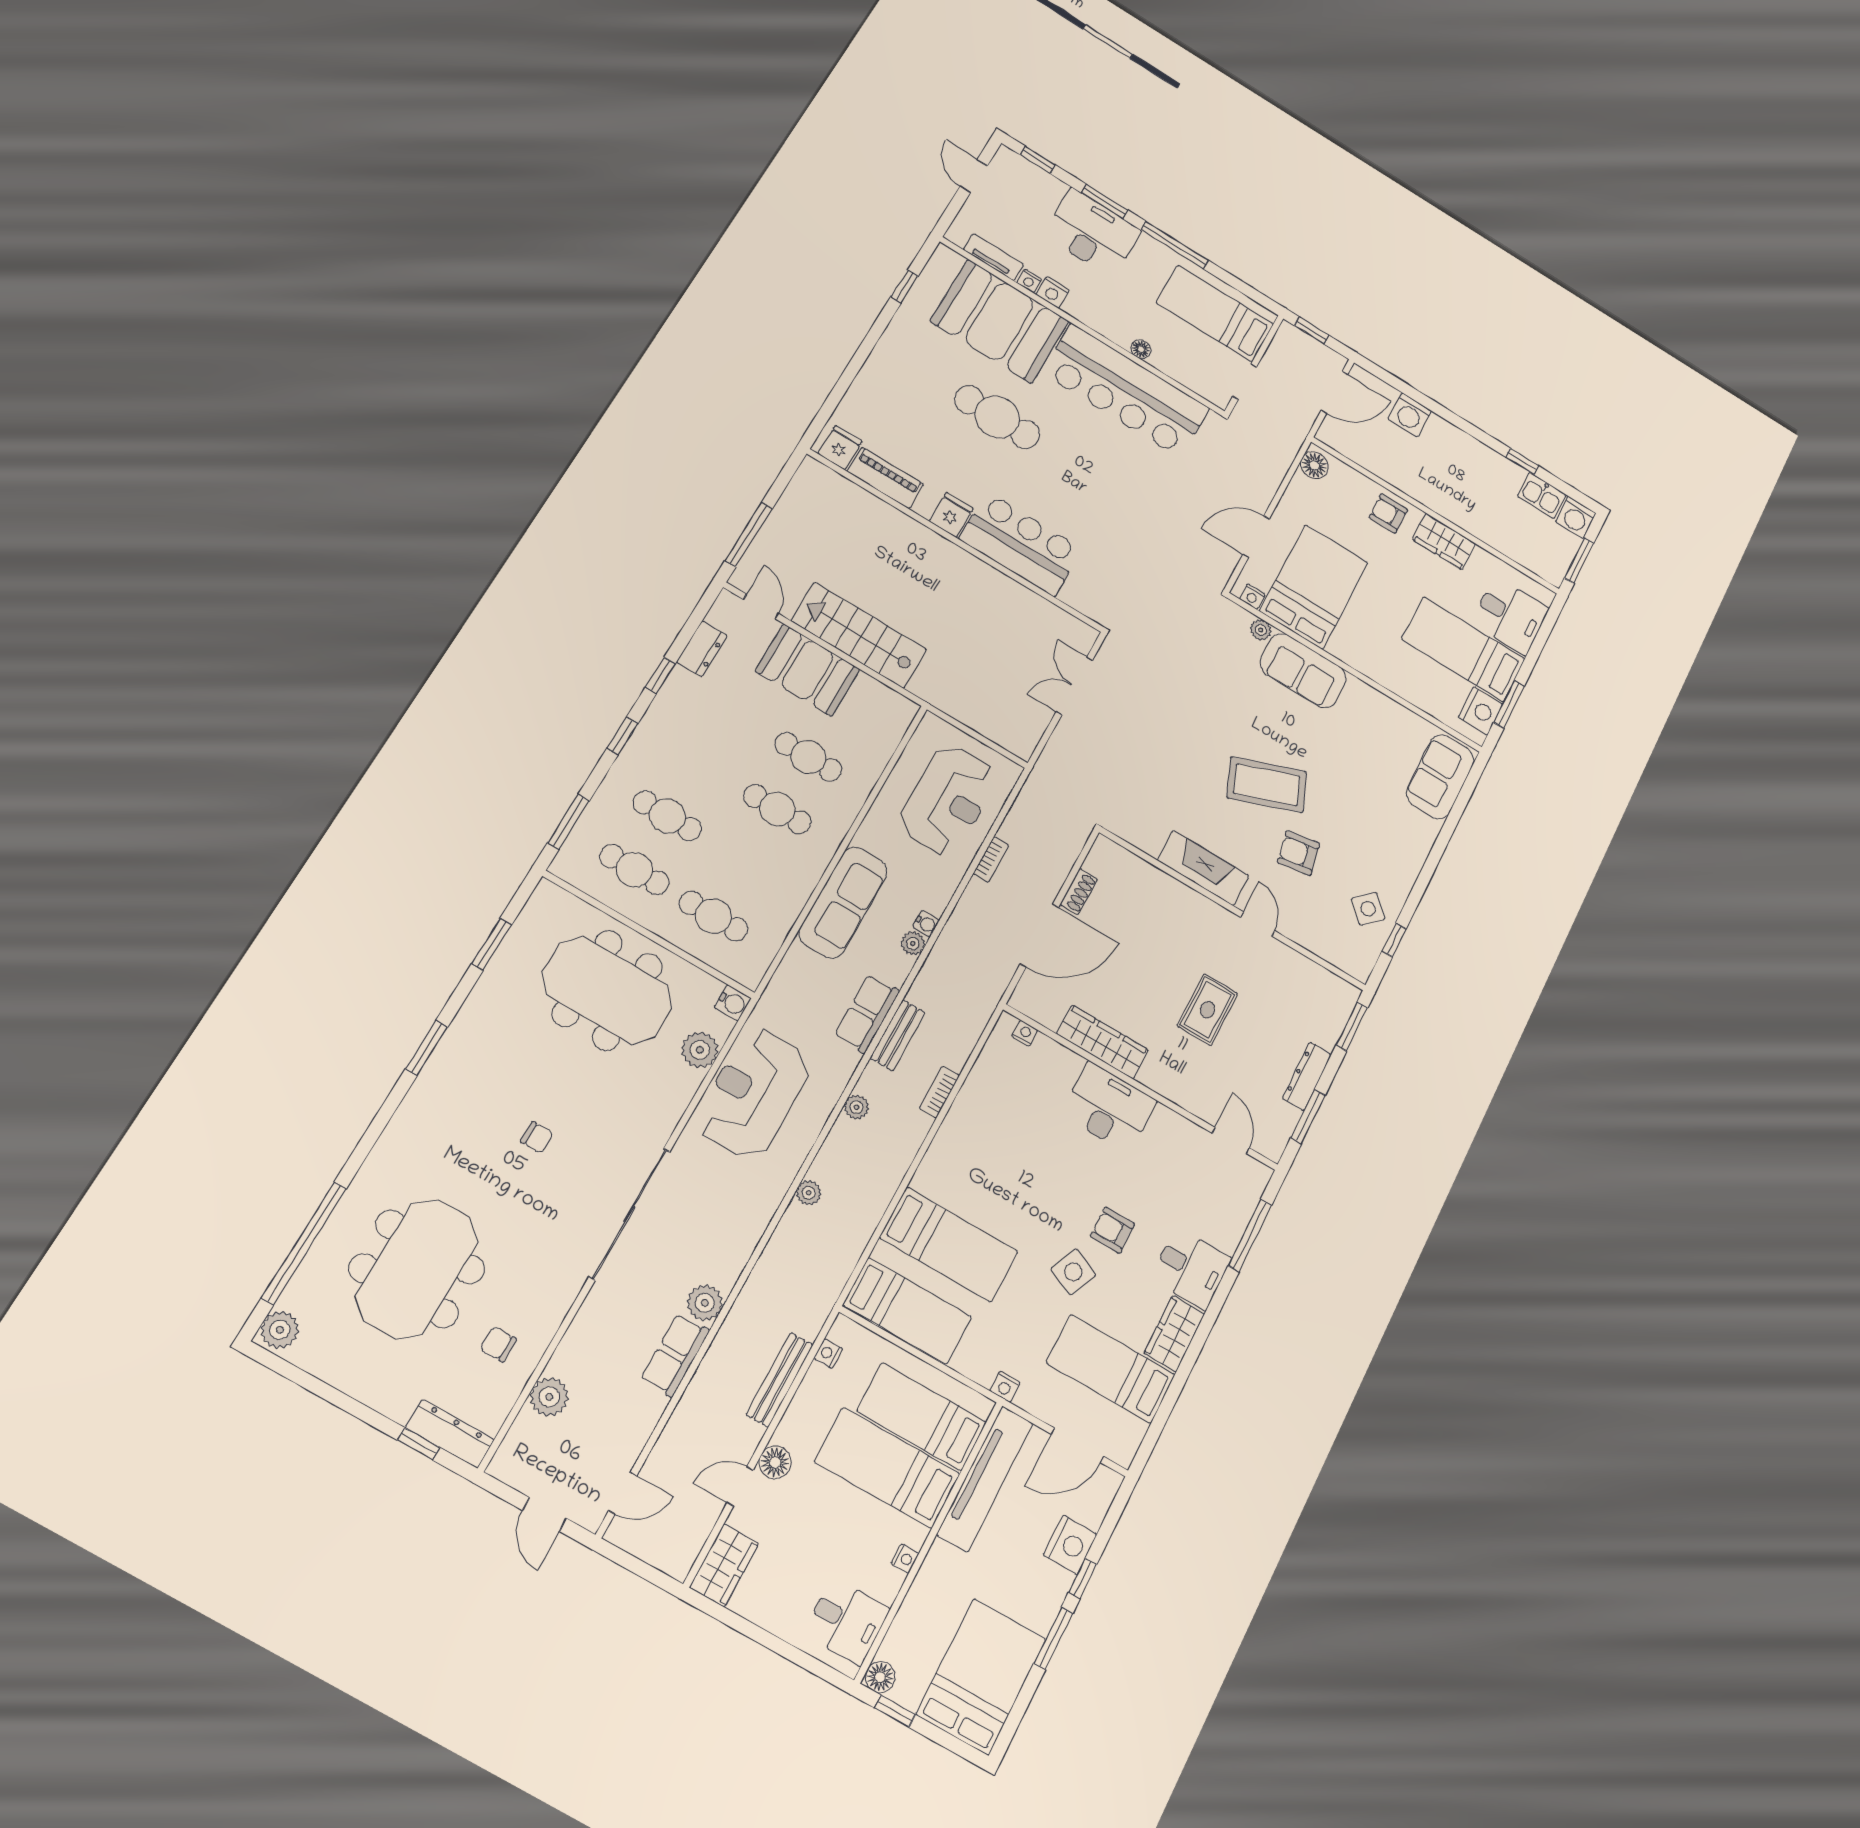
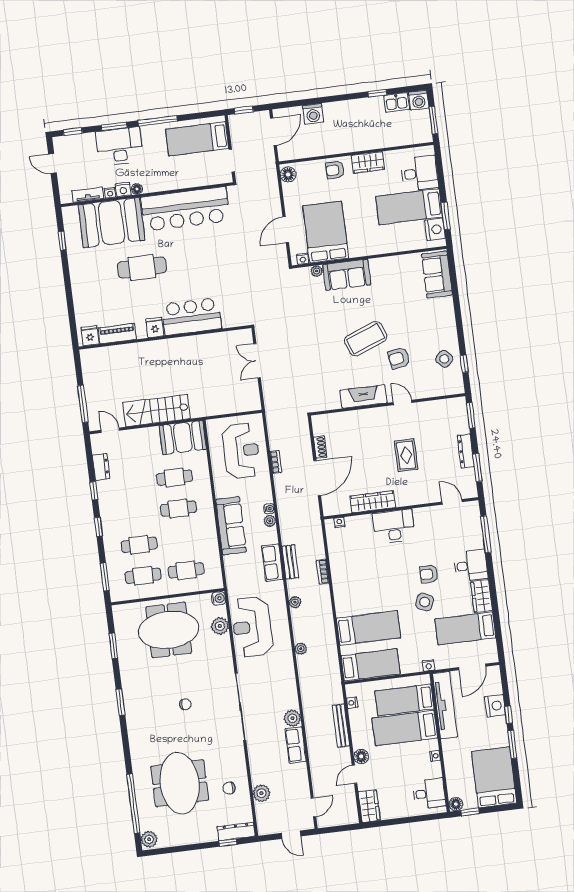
floor lamp: (1141, 349) -> (137, 189), moved
booth: (808, 670) -> (183, 437), moved

